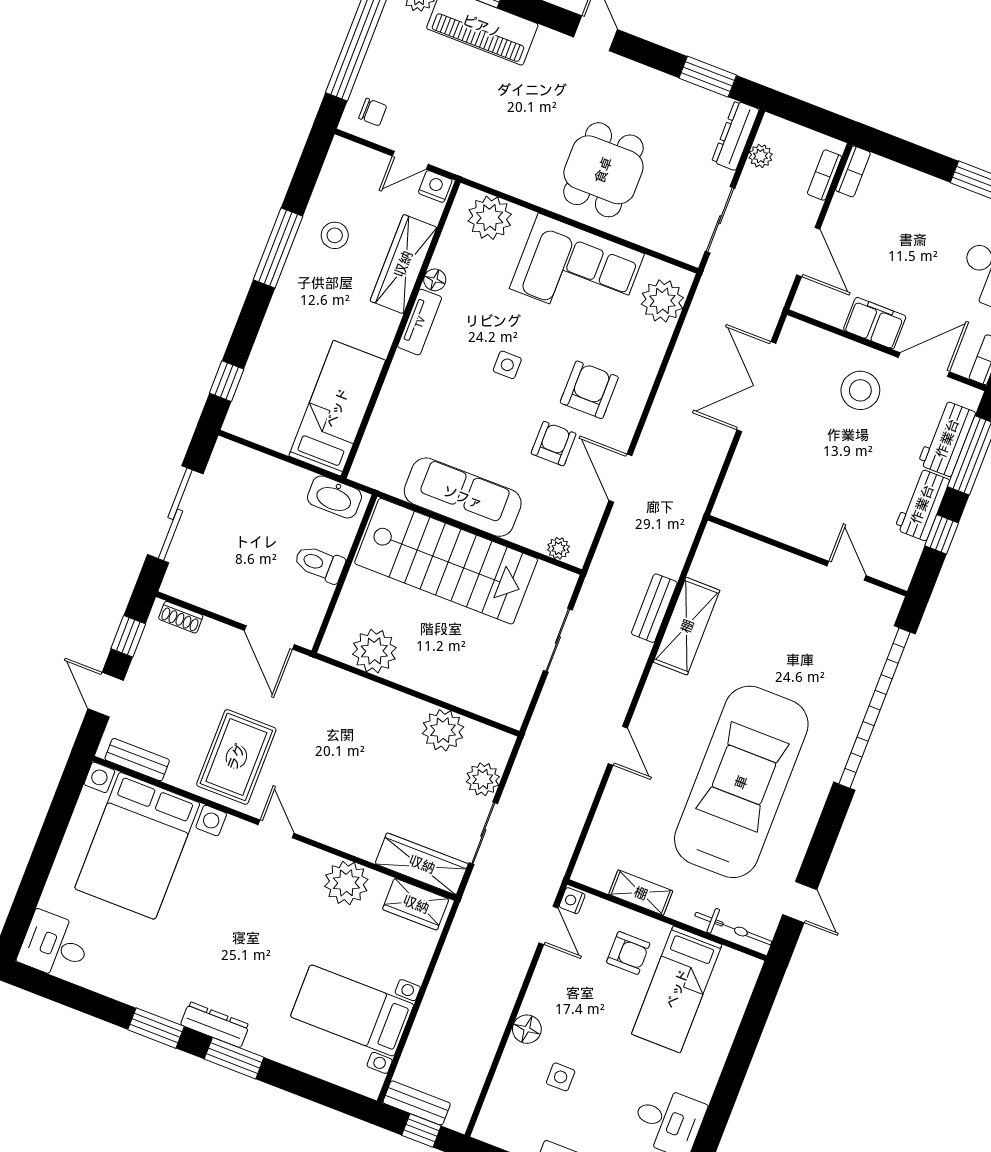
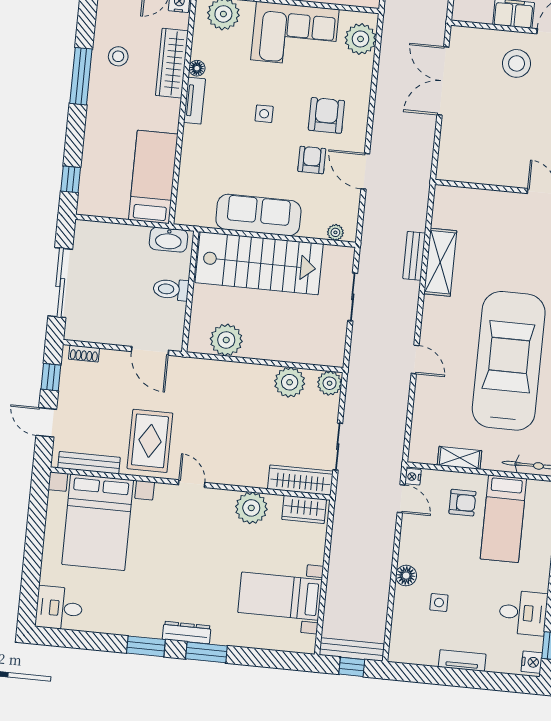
bench: (137, 760) -> (89, 463), width x1.36
plant: (483, 779) -> (330, 383), moved
bench: (417, 1103) -> (352, 649), width x1.36

